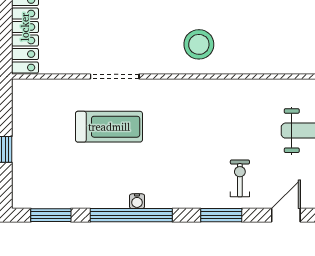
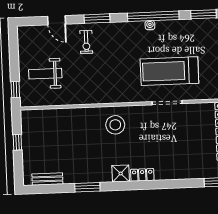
treadmill: (109, 127) -> (169, 71), width x1.37, depth x1.38
door: (286, 215) -> (57, 20), hinge flipped

